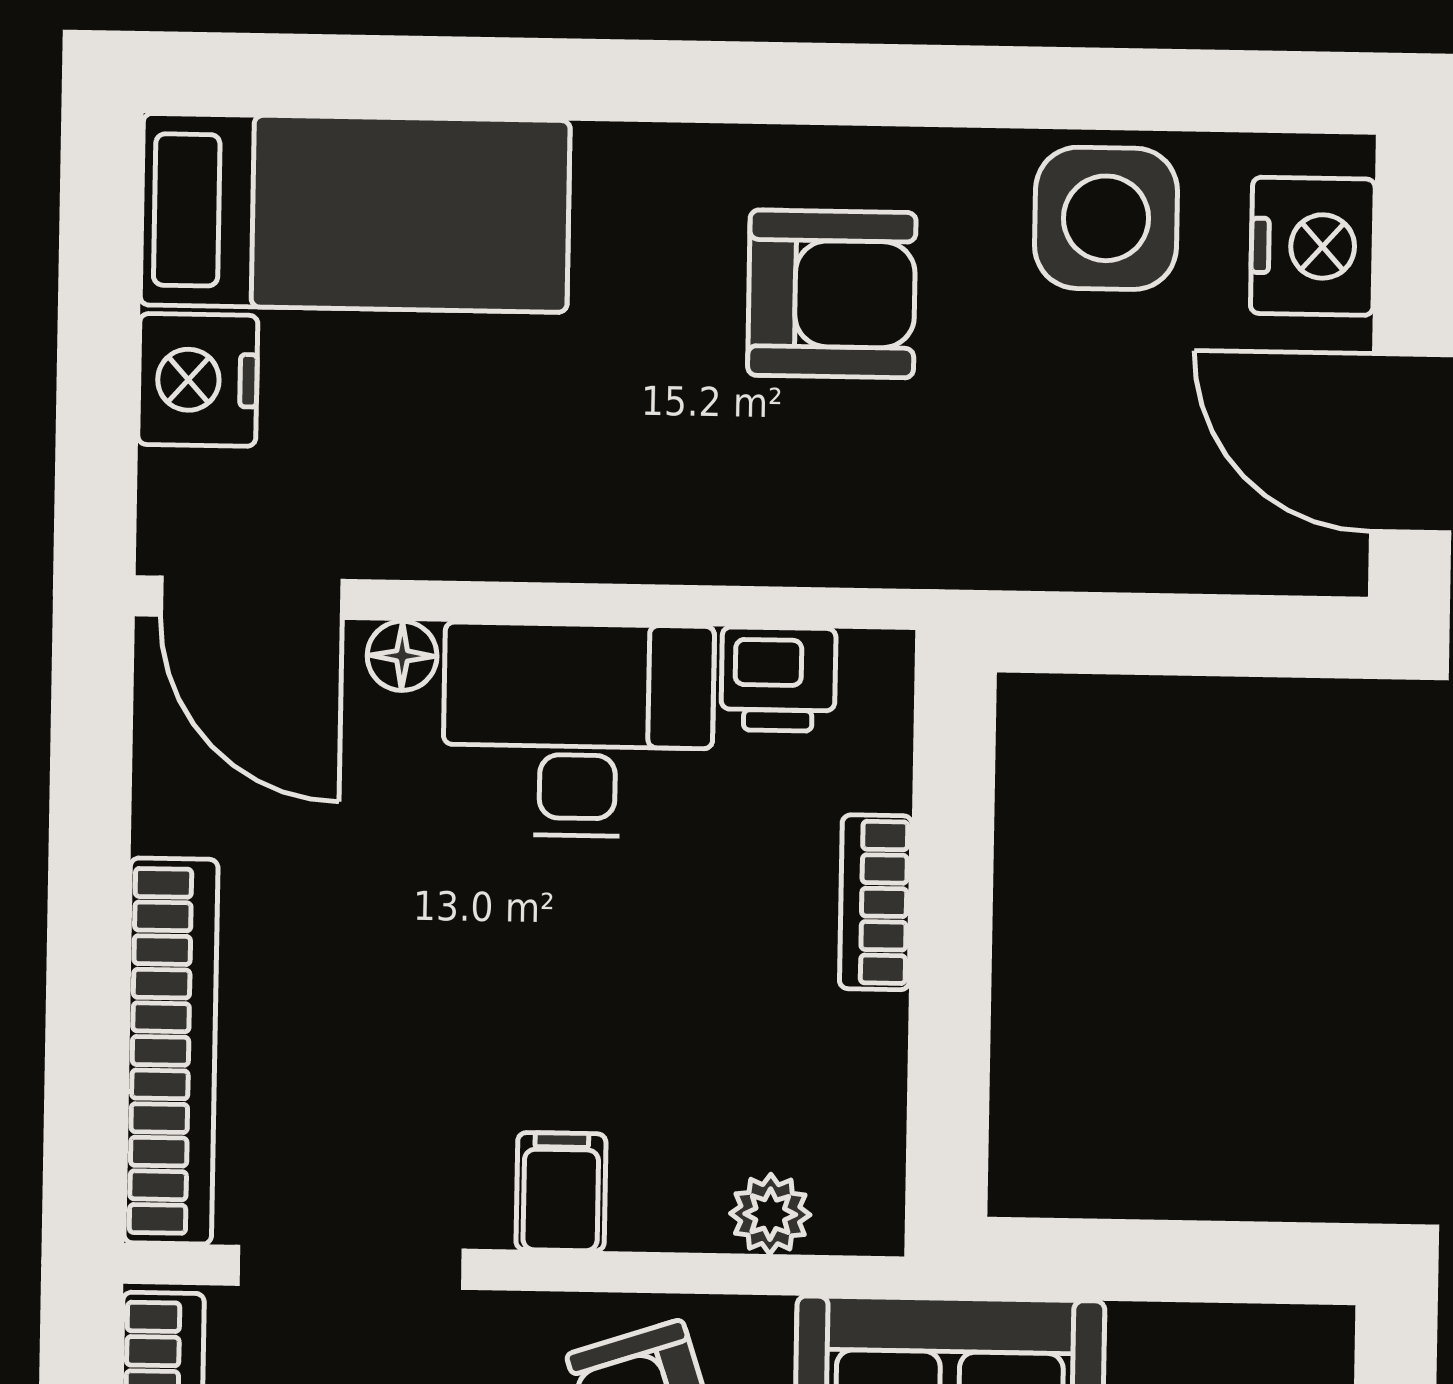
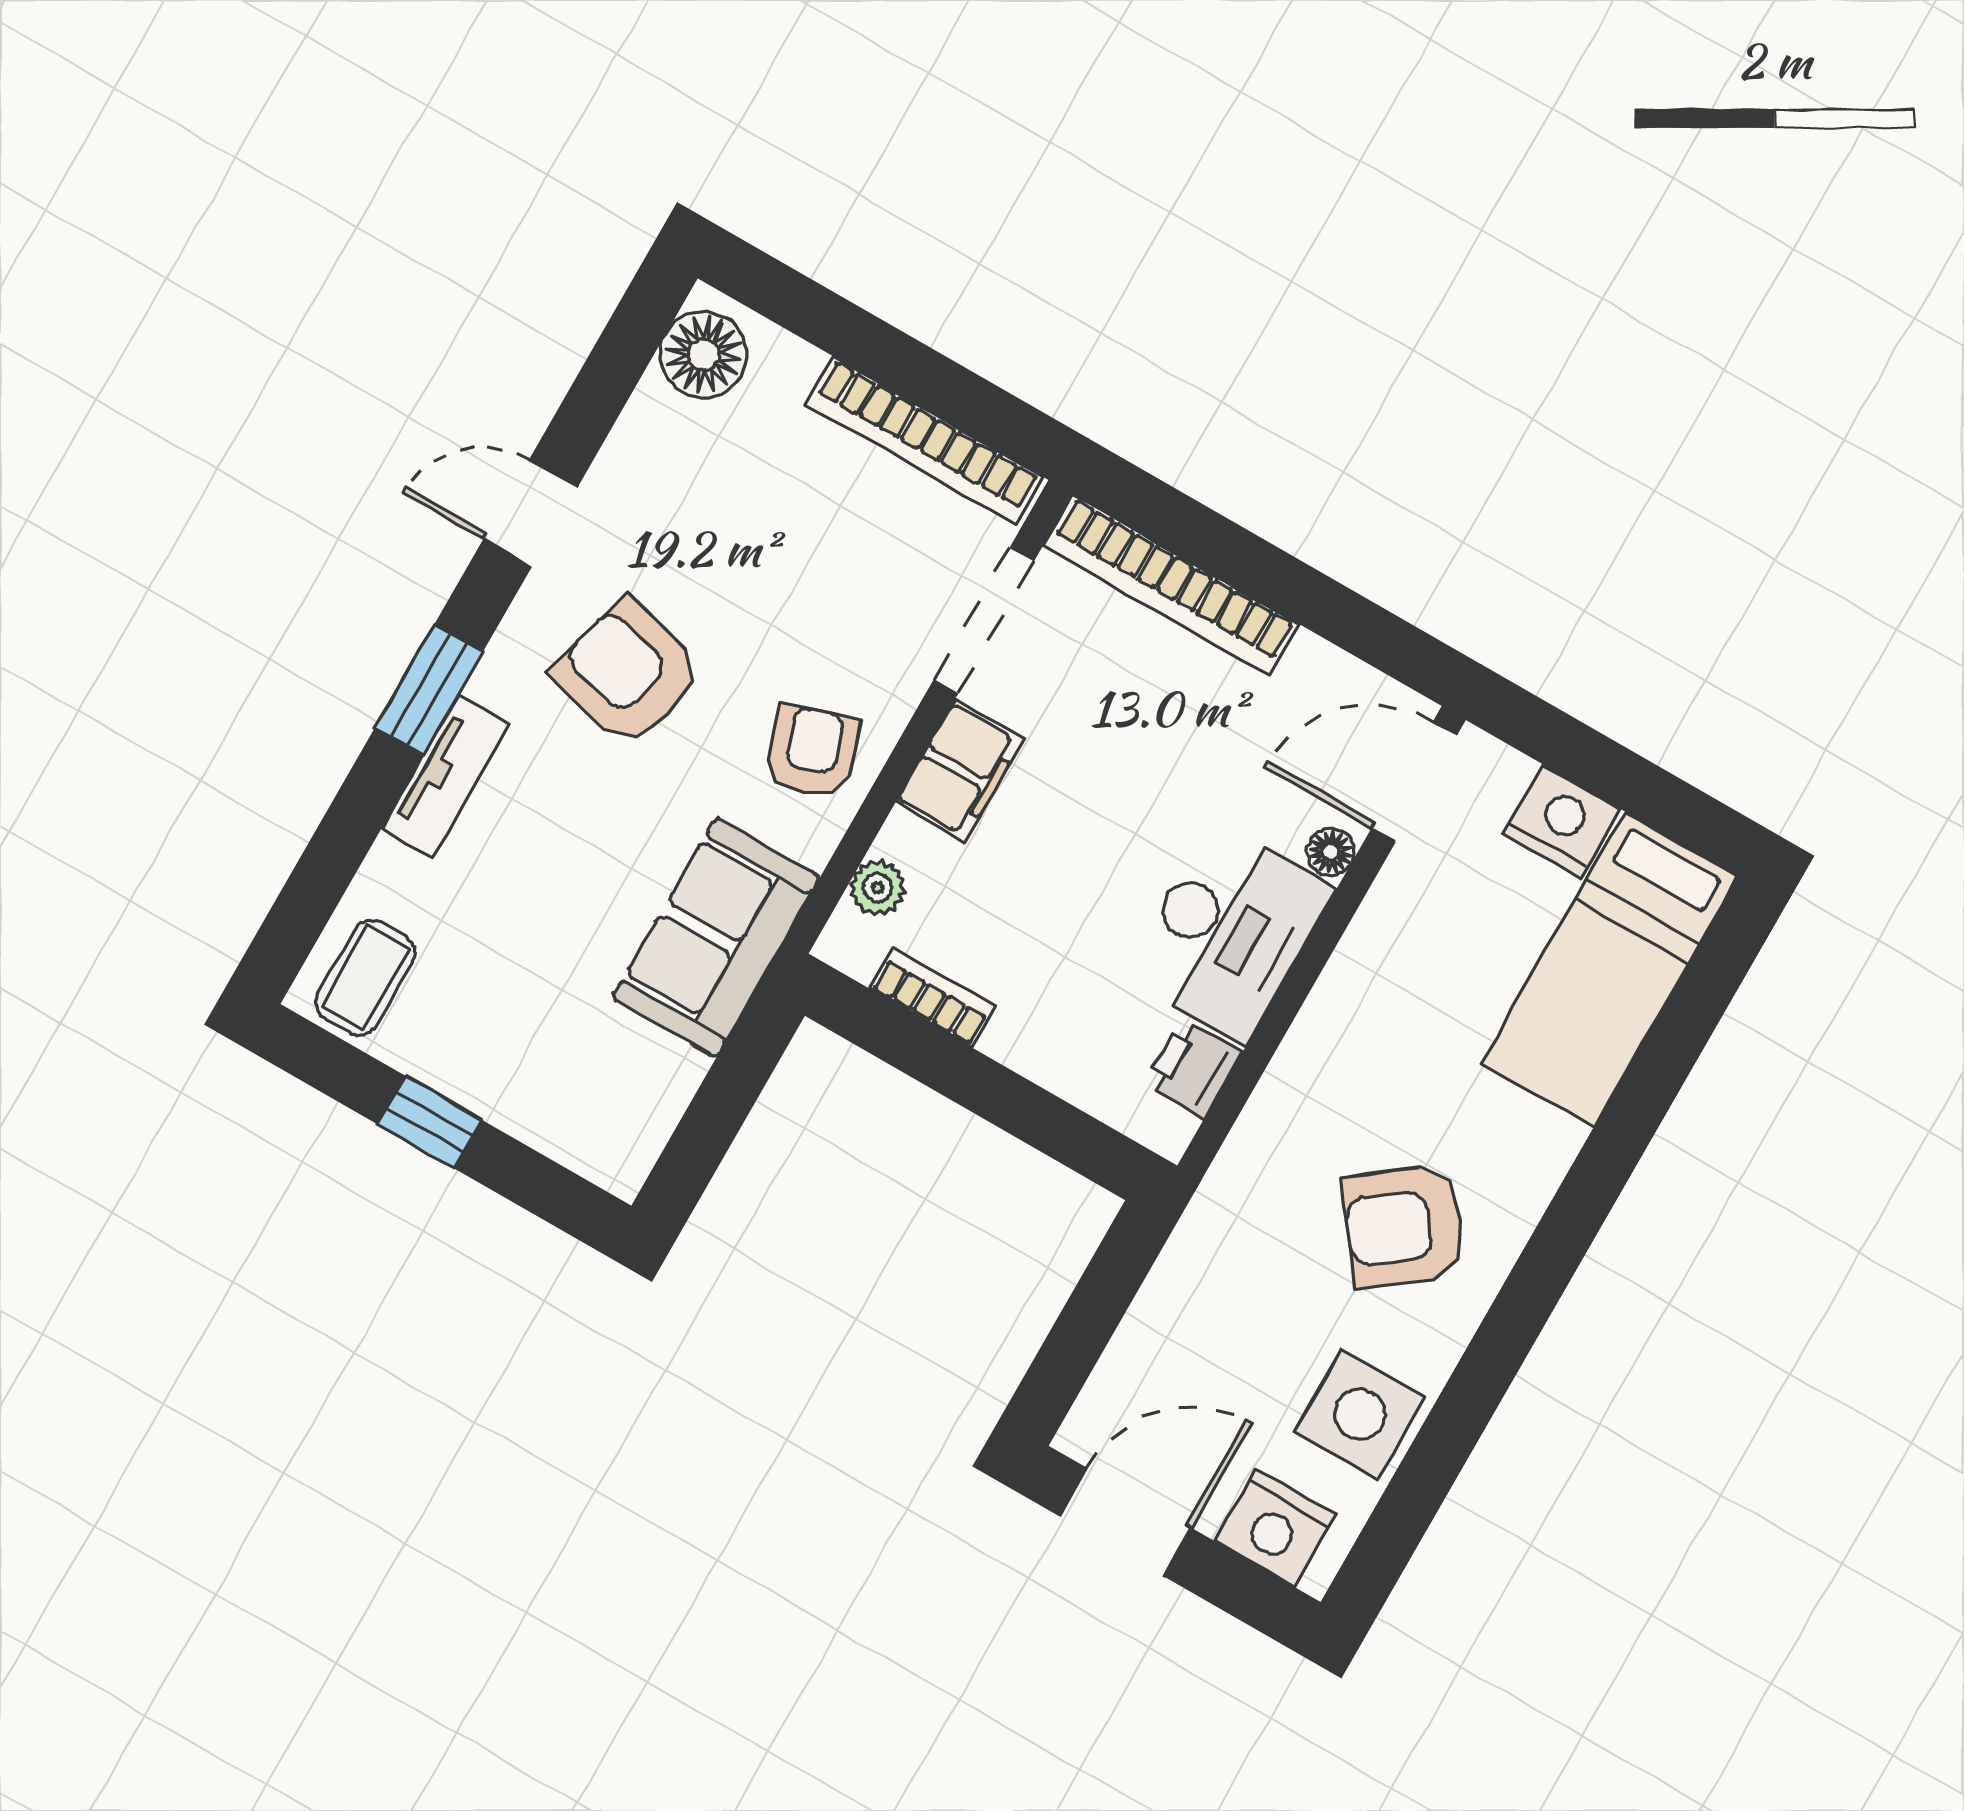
armchair: (832, 294) -> (1405, 1226), turned 53
bookcase: (876, 902) -> (932, 997), moved
filing cabinet: (561, 1192) -> (960, 771), width x2.00

